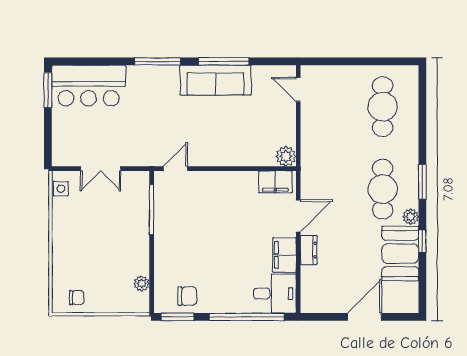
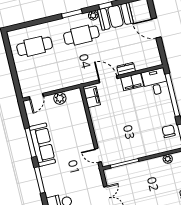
plant: (286, 156) -> (60, 98), moved

